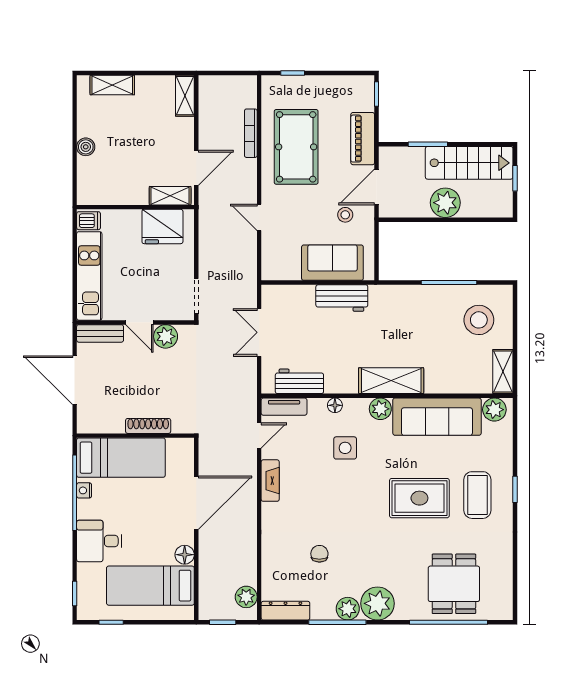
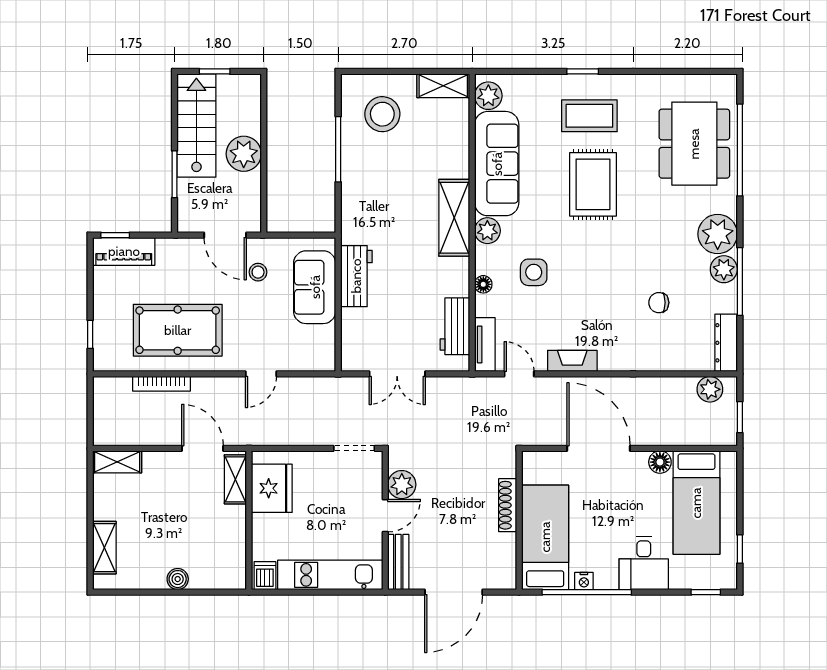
piano: (363, 139) -> (124, 251), moved
dining table: (454, 584) -> (694, 144), width x1.38

